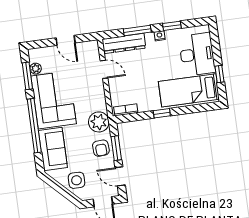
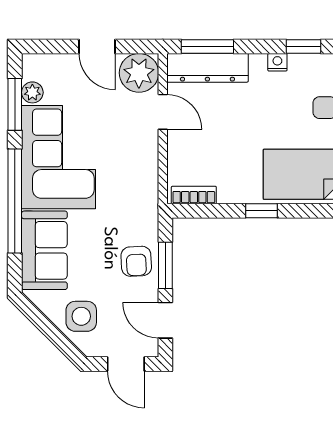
window: (137, 31) -> (207, 46), moved
plant: (99, 122) -> (139, 73), moved

